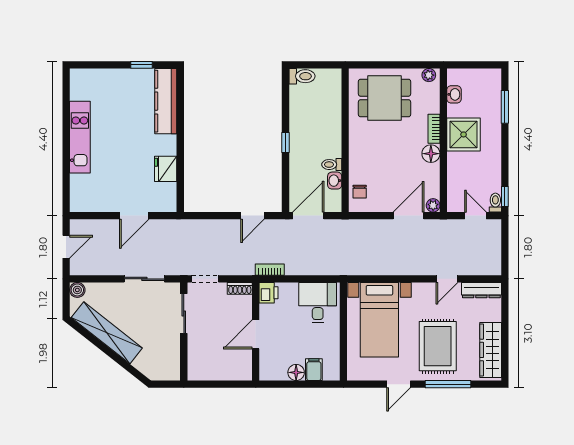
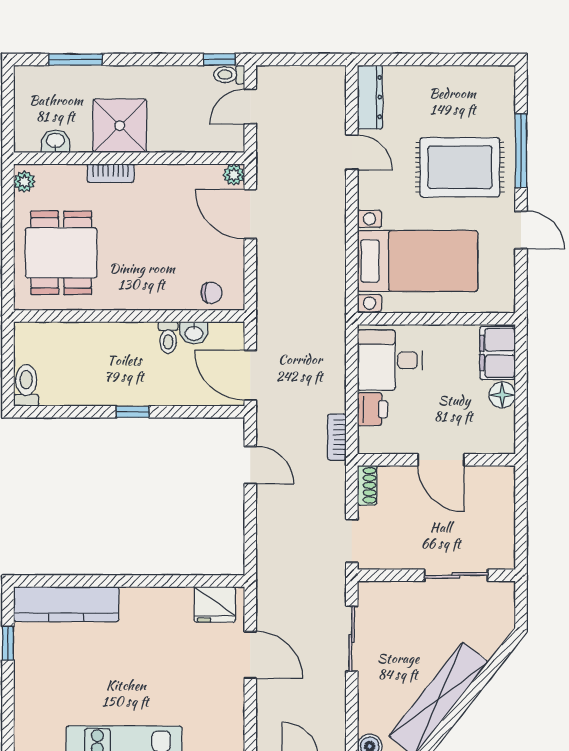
floor lamp: (431, 154) -> (151, 178), removed
fridge: (166, 169) -> (215, 604), moved
printer: (269, 293) -> (373, 409), moved, turned 90
sliding door: (184, 313) -> (456, 575), moved
wardrobe: (491, 350) -> (466, 82), removed
filing cabinet: (314, 370) -> (498, 353), width x2.00

